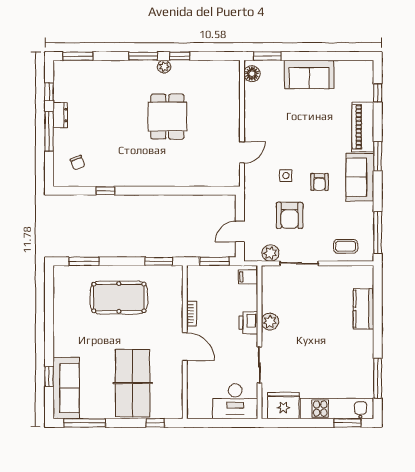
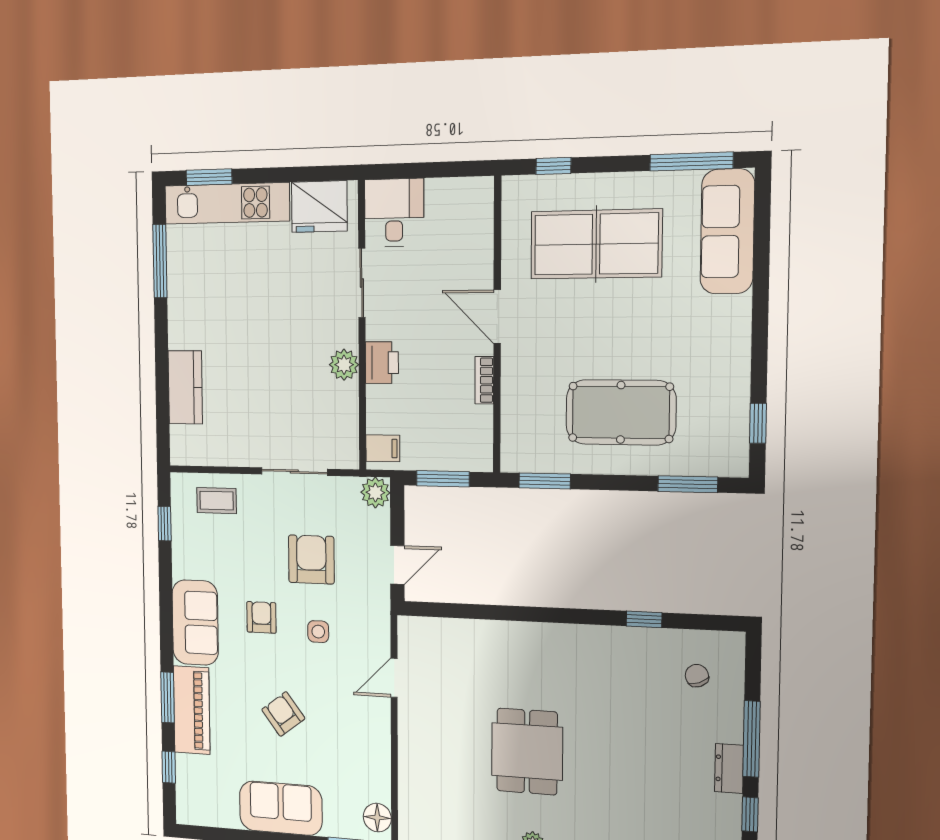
armchair: (307, 128) -> (283, 714), added
window: (378, 156) -> (168, 697), moved
door: (240, 232) -> (397, 565), moved
window: (378, 232) -> (165, 524), width x0.46
plant: (270, 253) -> (375, 492), moved
window: (49, 376) -> (758, 423), moved
table tennis table: (133, 383) -> (596, 244), turned 90
desk: (235, 401) -> (394, 213), width x0.73

